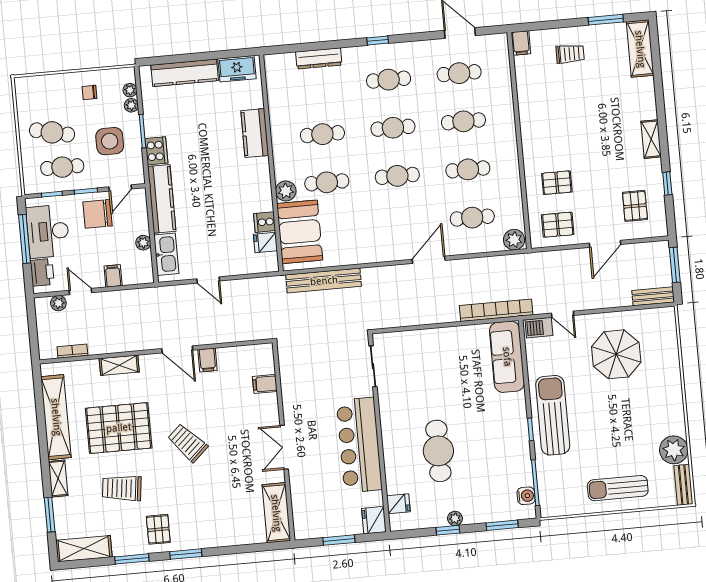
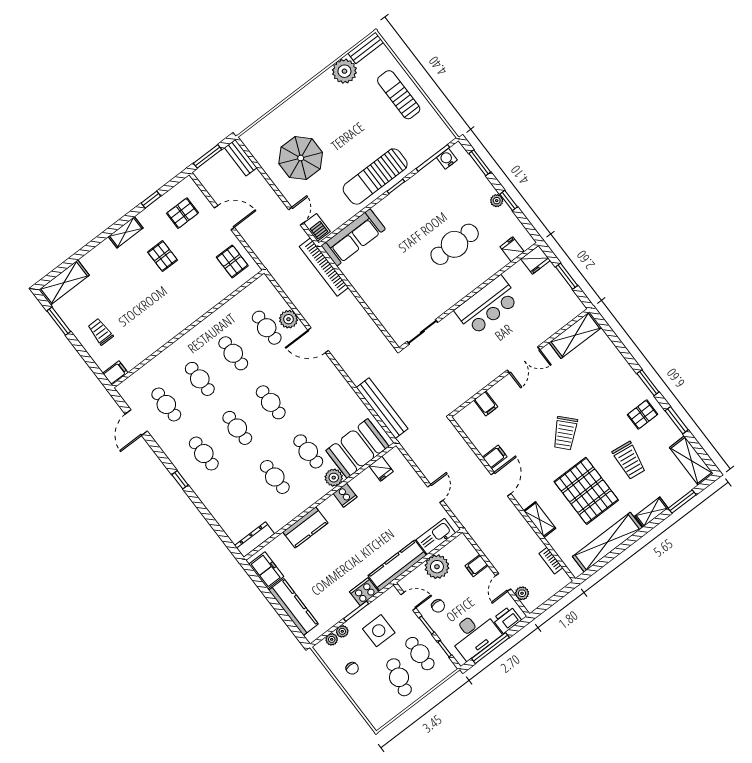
dresser: (319, 58) -> (254, 540), moved, turned -90
pallet: (557, 183) -> (163, 256), moved
chair: (98, 214) -> (438, 606), width x0.54, depth x0.54
cooker: (265, 222) -> (345, 495), moved
plant: (514, 240) -> (288, 319), moved
plant: (143, 243) -> (437, 567), width x1.87, depth x1.87
bar counter: (359, 445) -> (487, 305), width x0.73
sun lounger: (618, 488) -> (399, 95), turned 180

